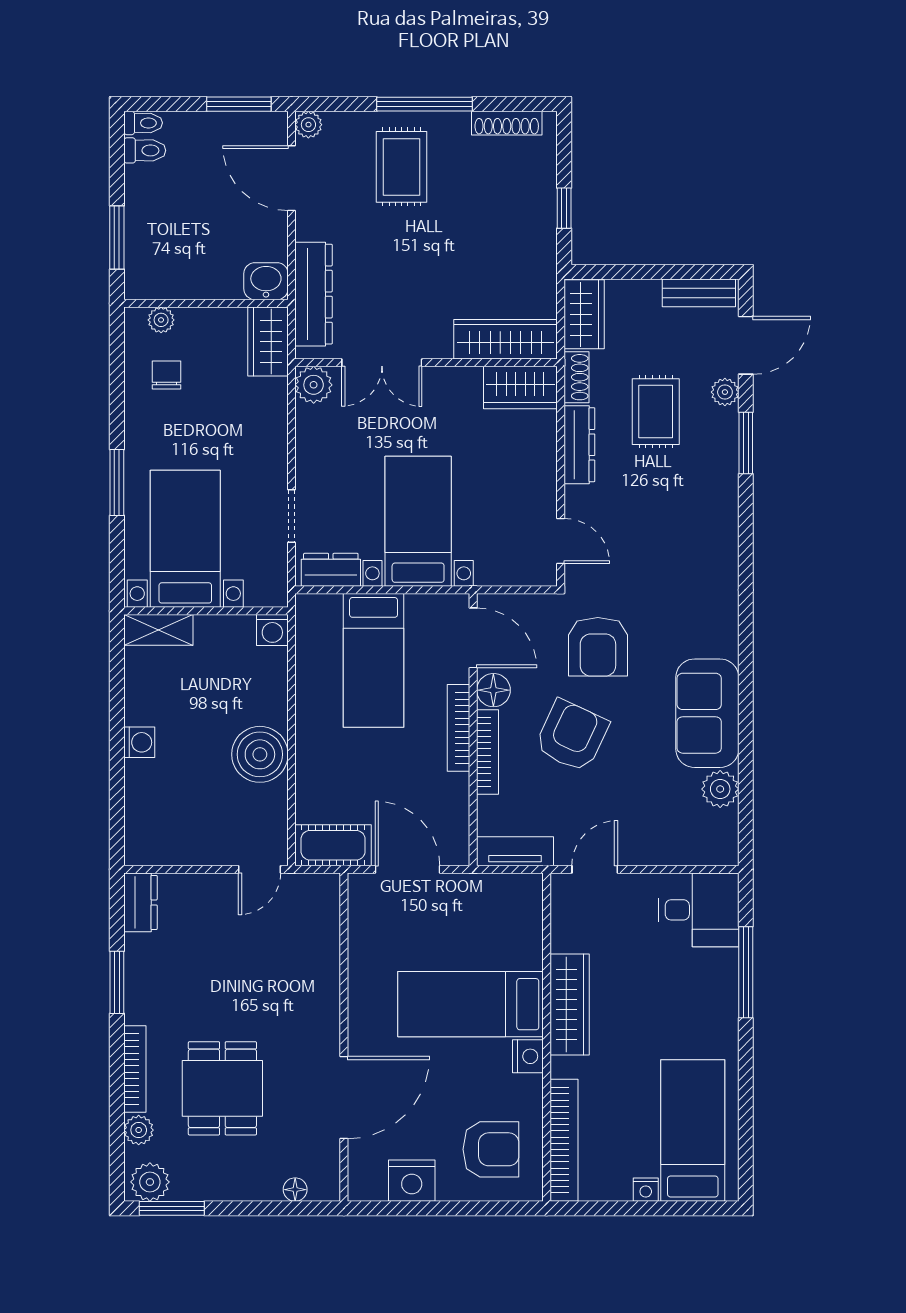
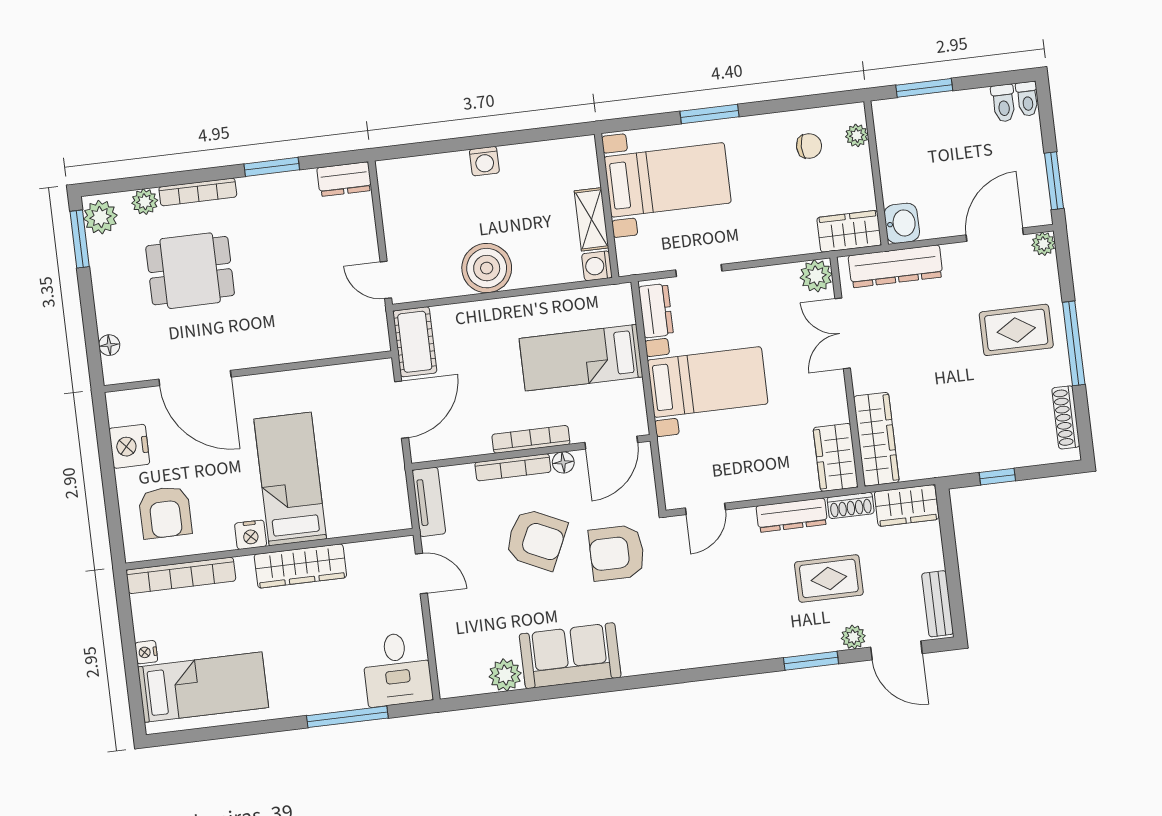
shelving: (158, 630) -> (591, 219), moved
floor lamp: (493, 690) -> (563, 462), width x0.73, depth x0.73

